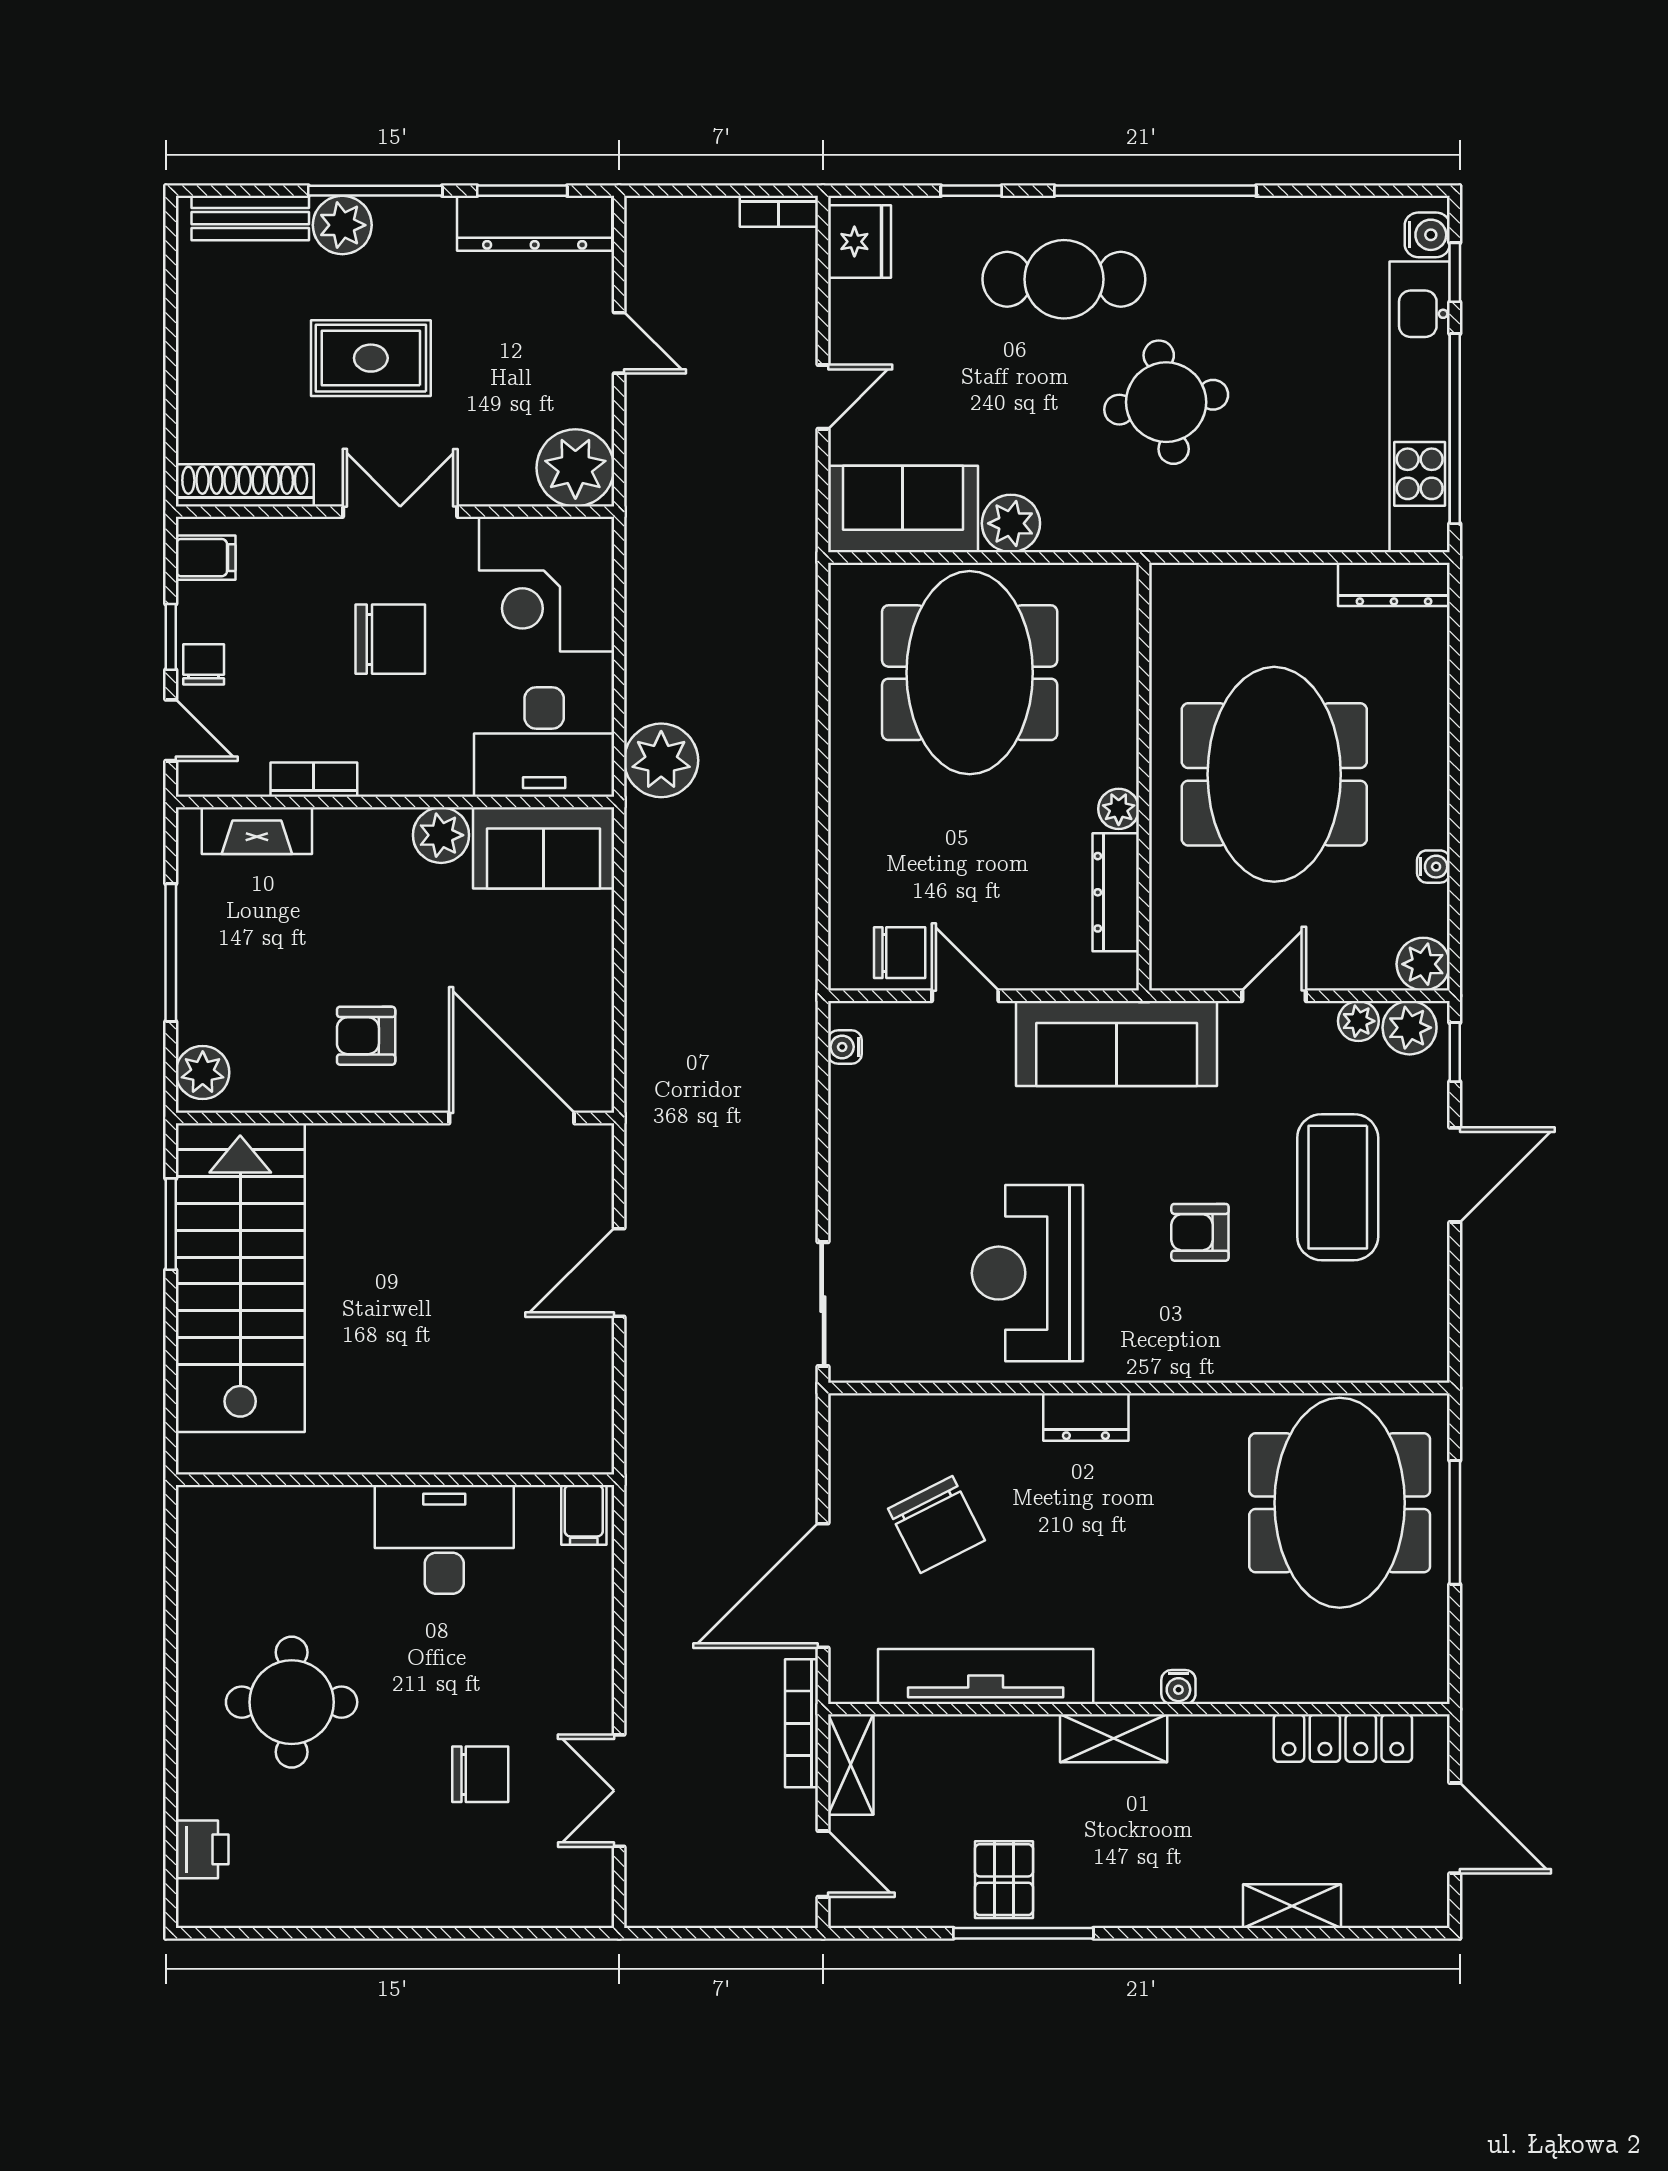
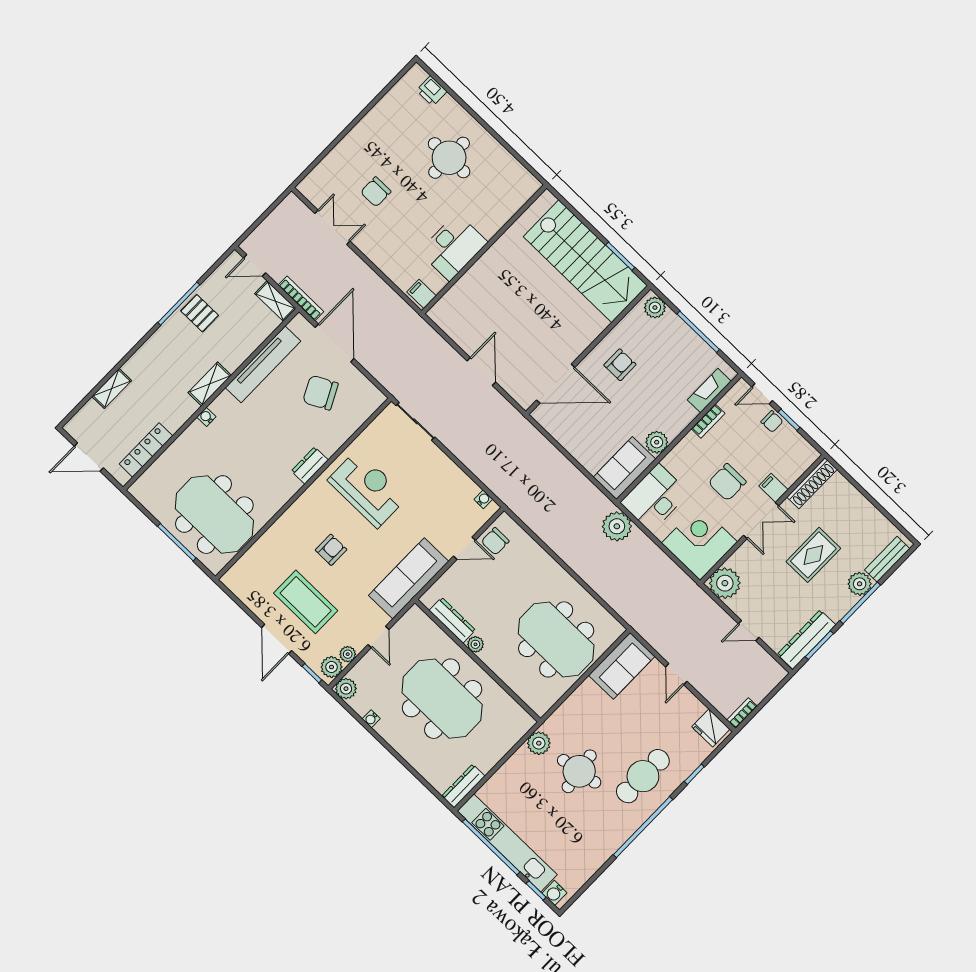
plant: (1011, 523) -> (539, 743), moved
filing cabinet: (206, 558) -> (773, 488), moved, turned 90

